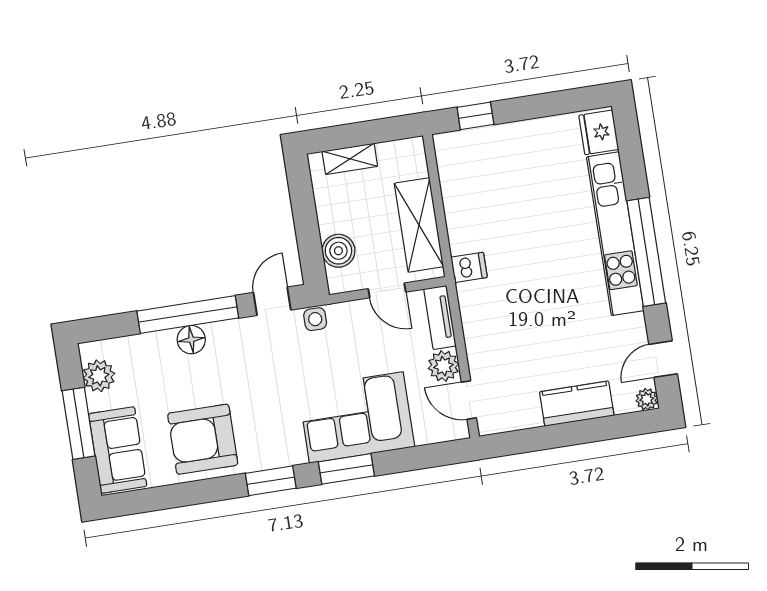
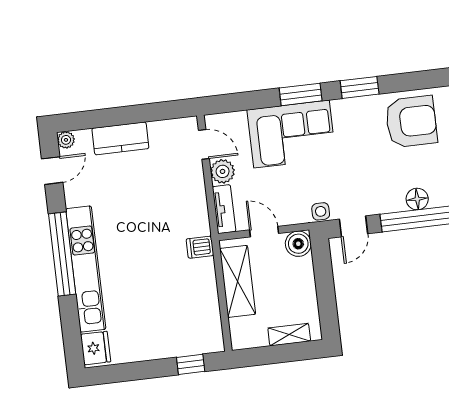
boiler: (338, 251) -> (298, 244), moved

